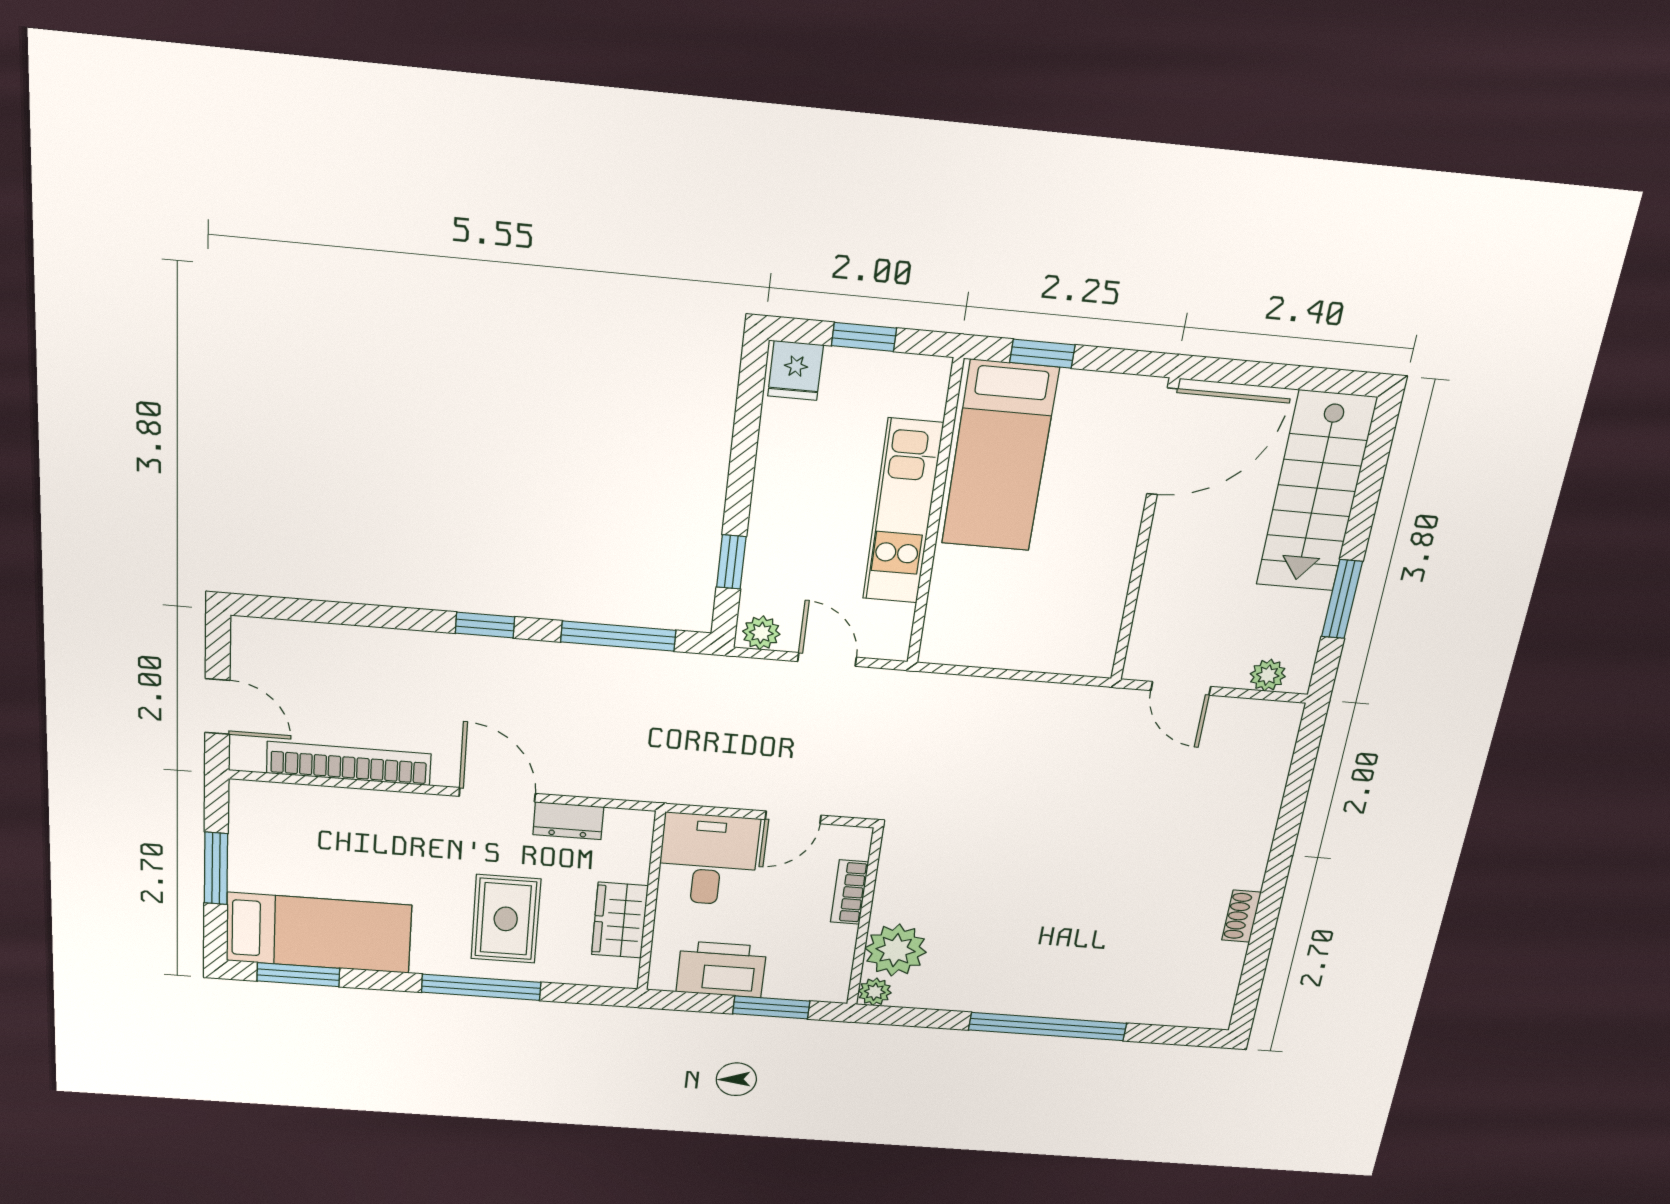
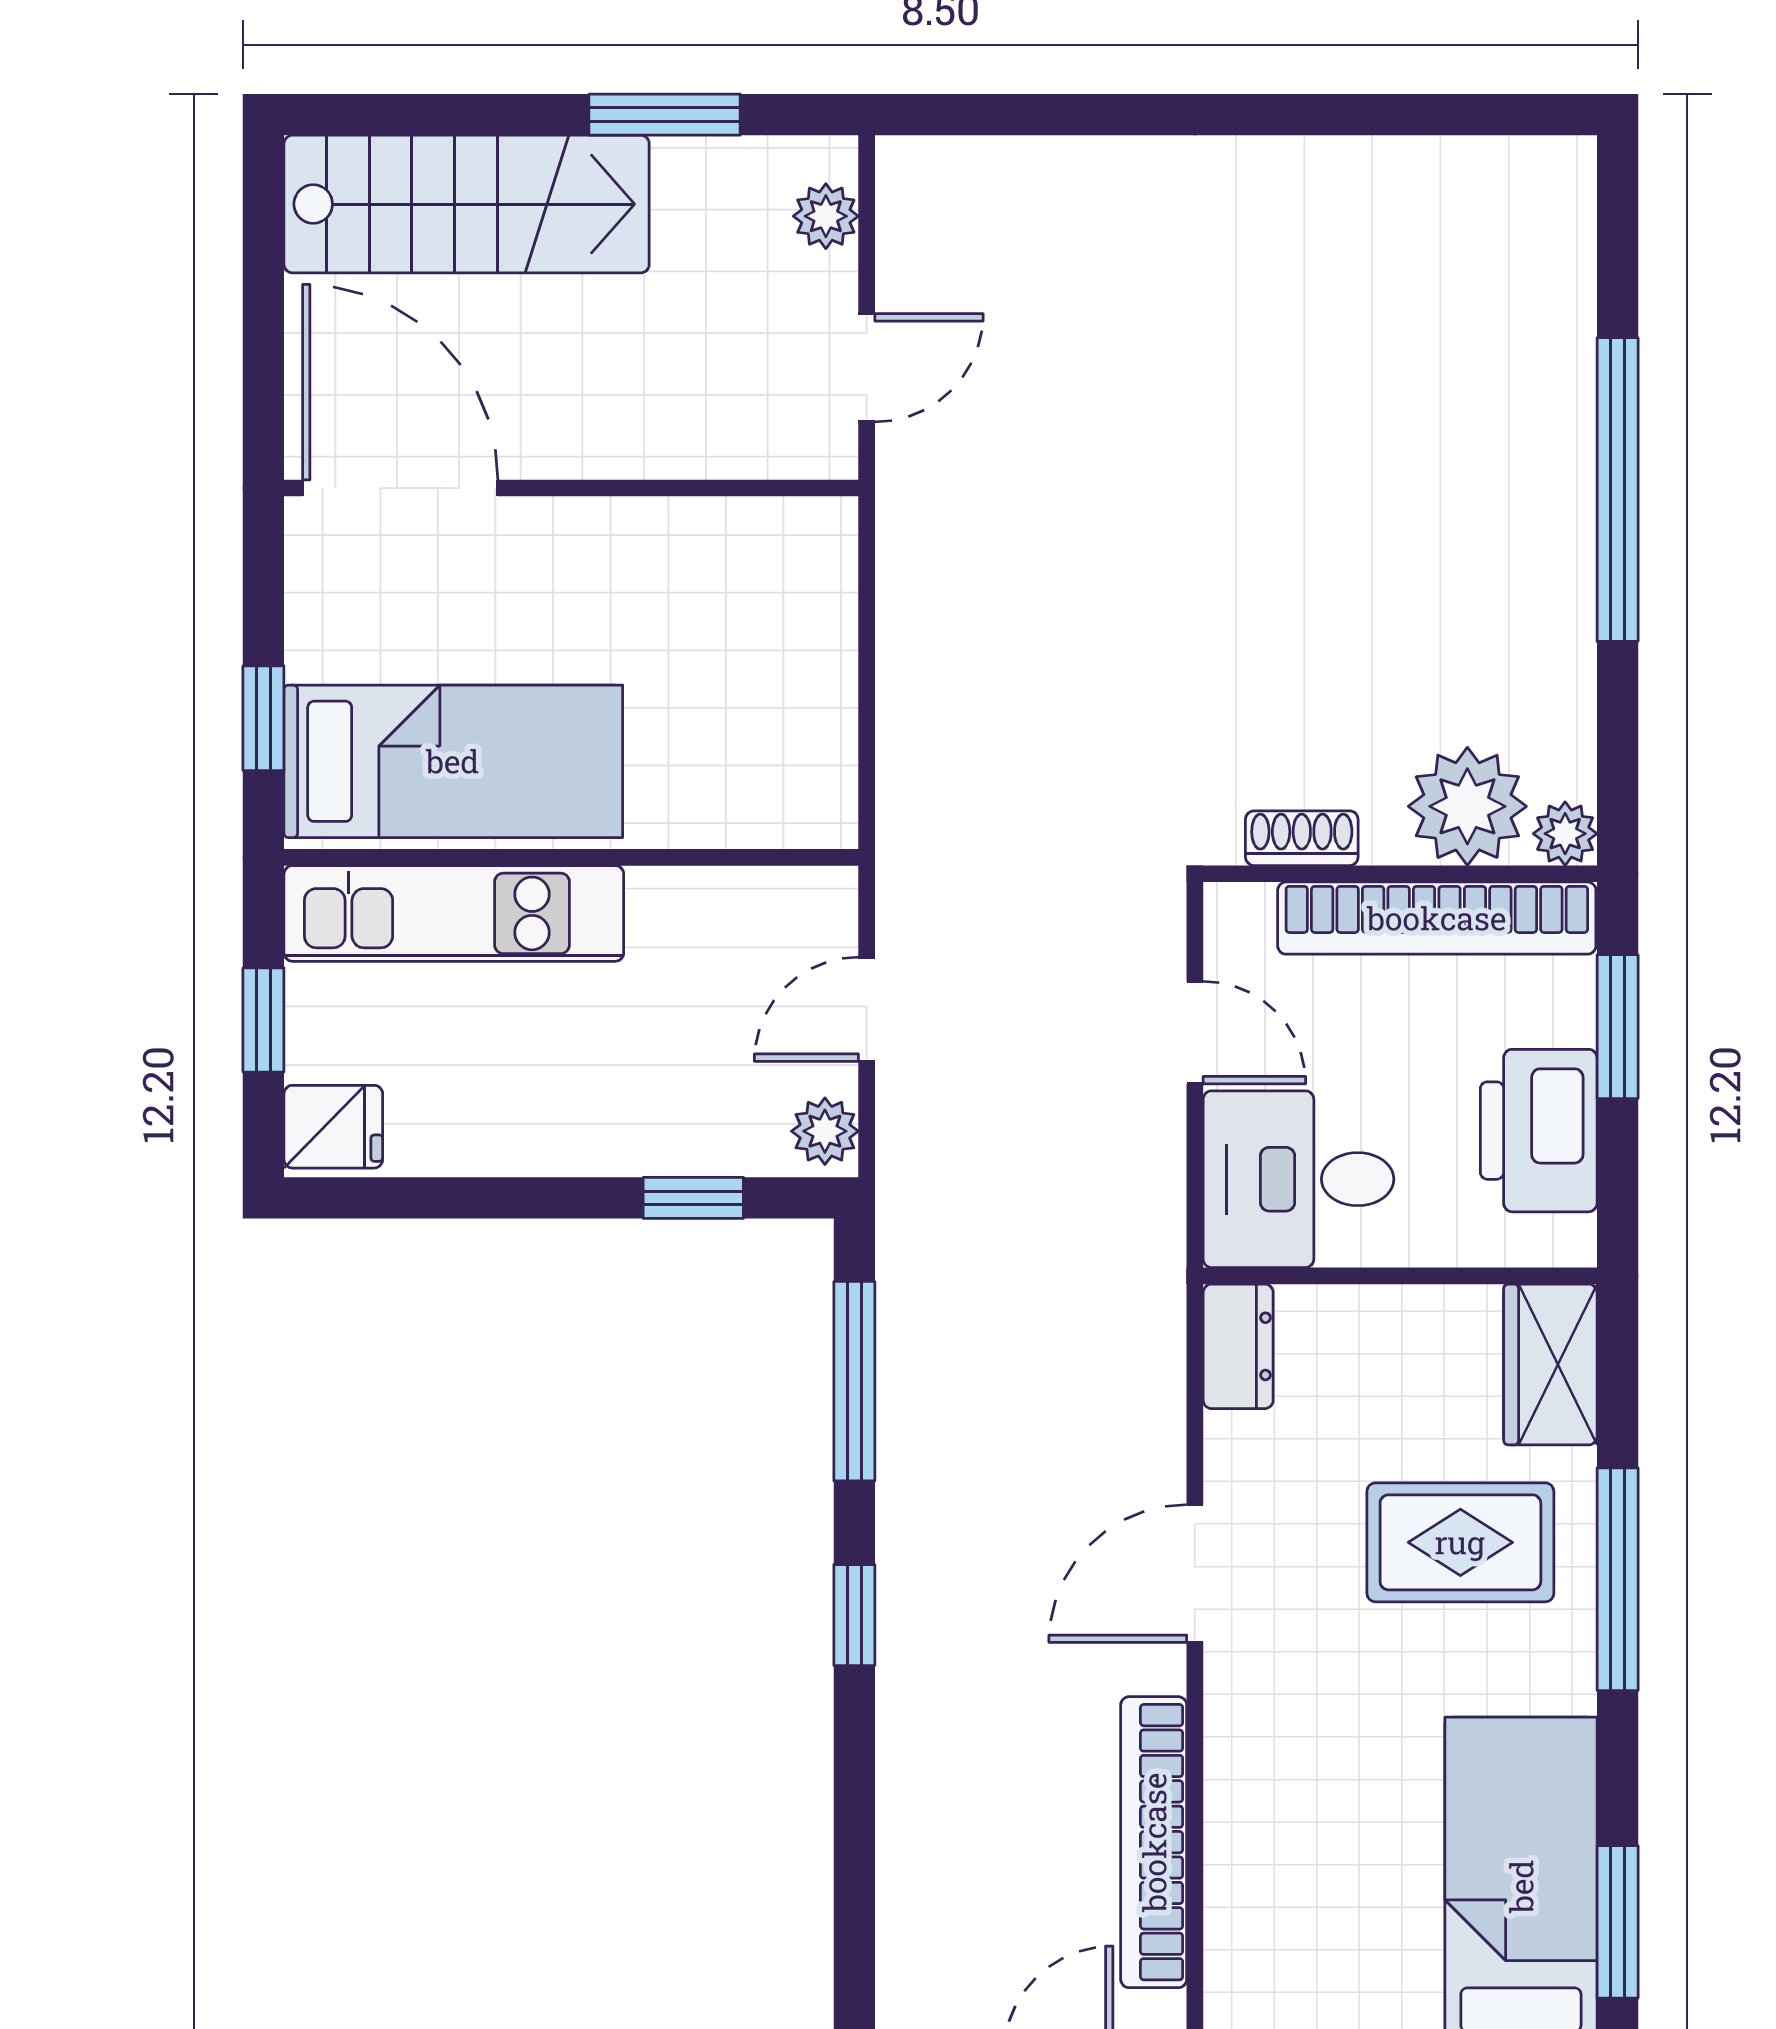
kitchen unit: (903, 512) -> (454, 913), moved
dresser: (568, 821) -> (1238, 1346), moved
bookcase: (849, 892) -> (1437, 918), width x2.31, depth x1.31
shoe rack: (1242, 916) -> (1302, 838), moved, turned 180
wardrobe: (620, 920) -> (1550, 1364), moved, turned 90

